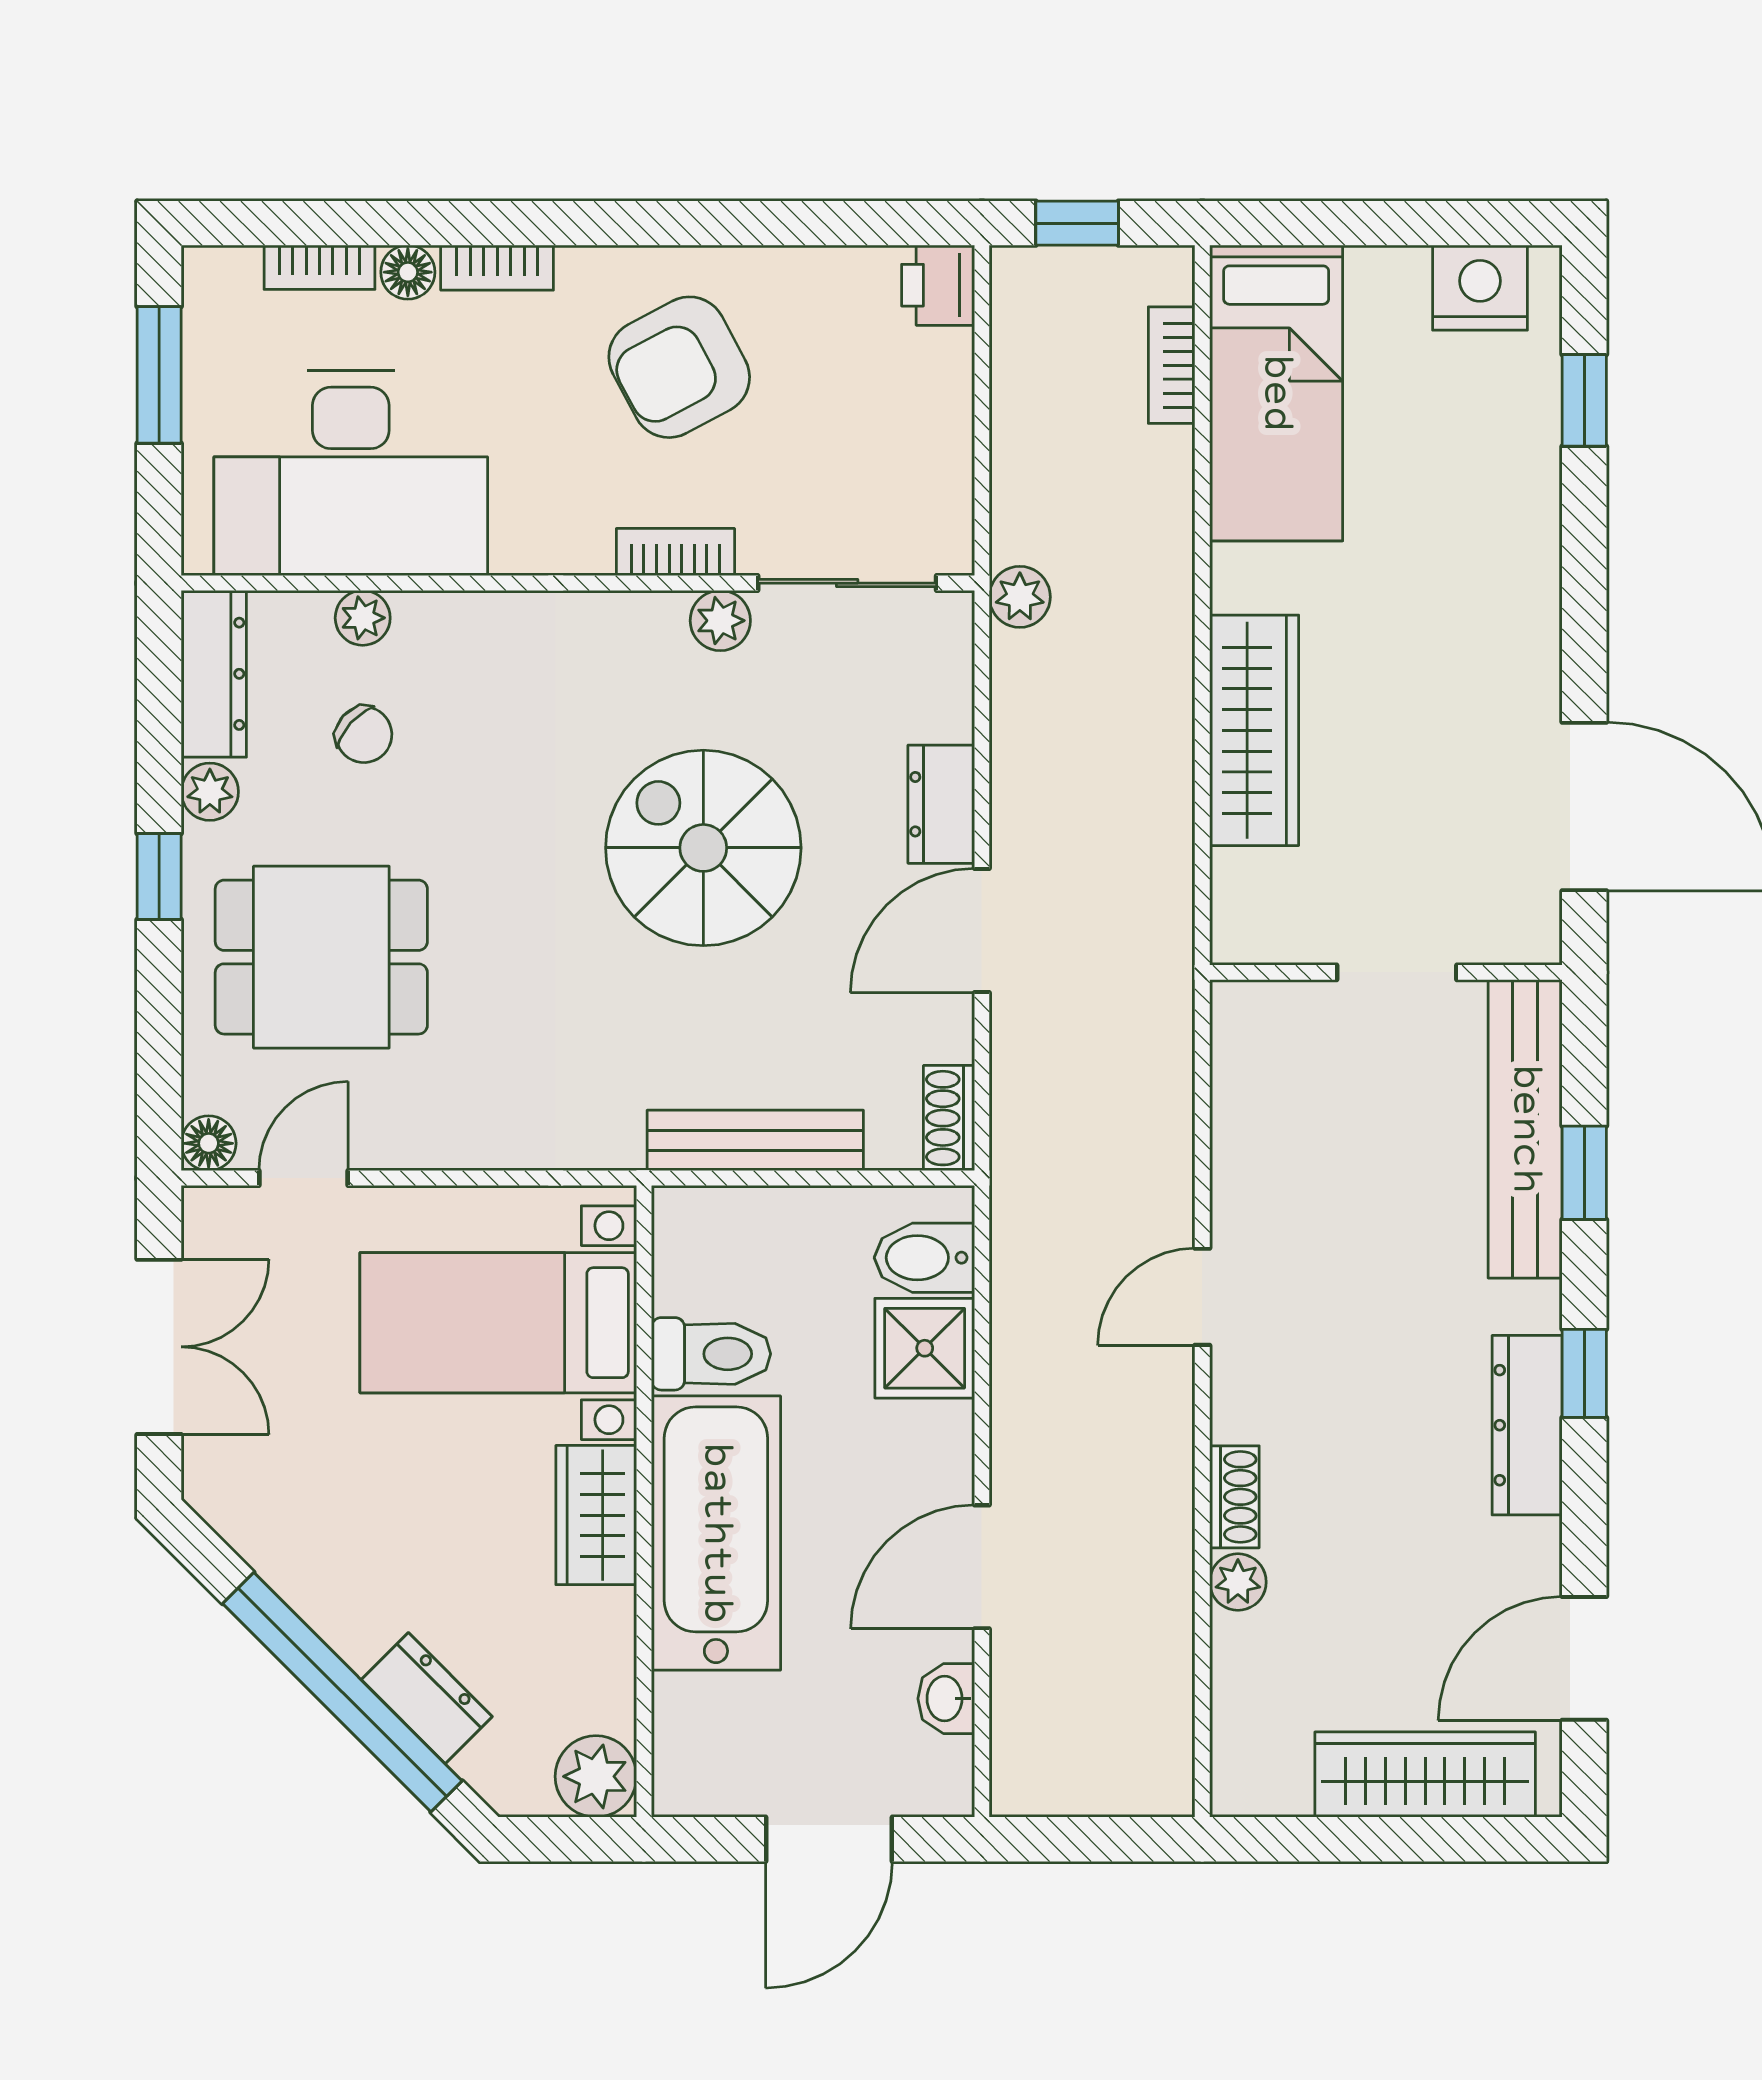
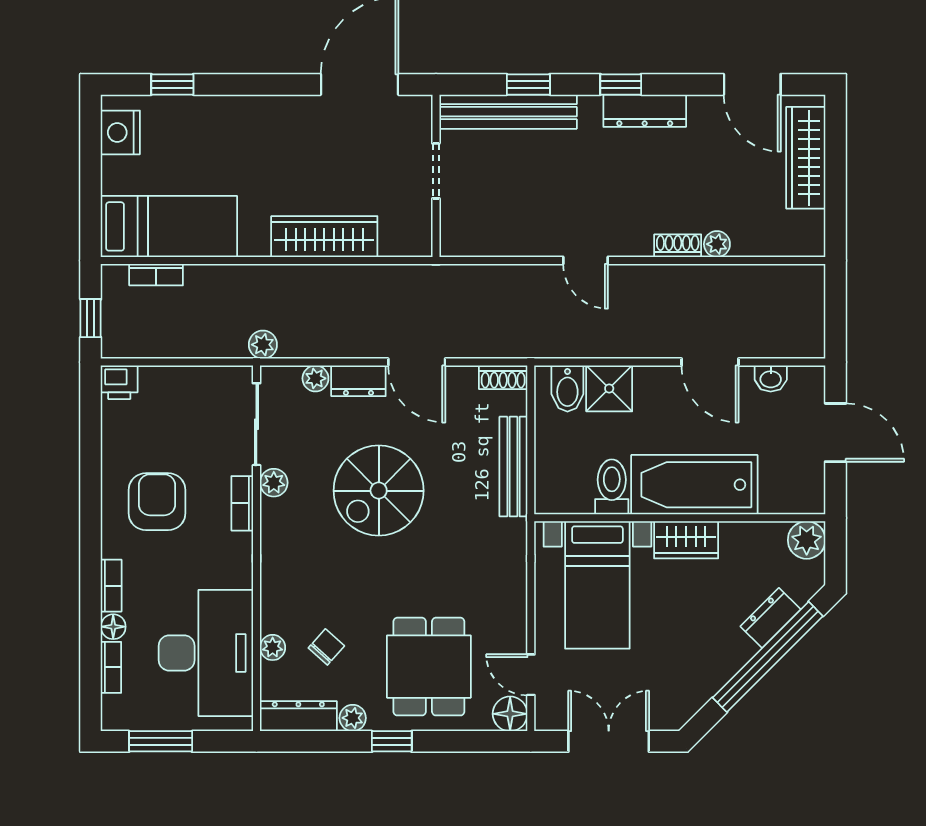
armchair: (679, 367) -> (157, 502), turned -152
plant: (946, 711) -> (315, 378), added
floor lamp: (209, 1143) -> (510, 714), width x1.37, depth x1.37

